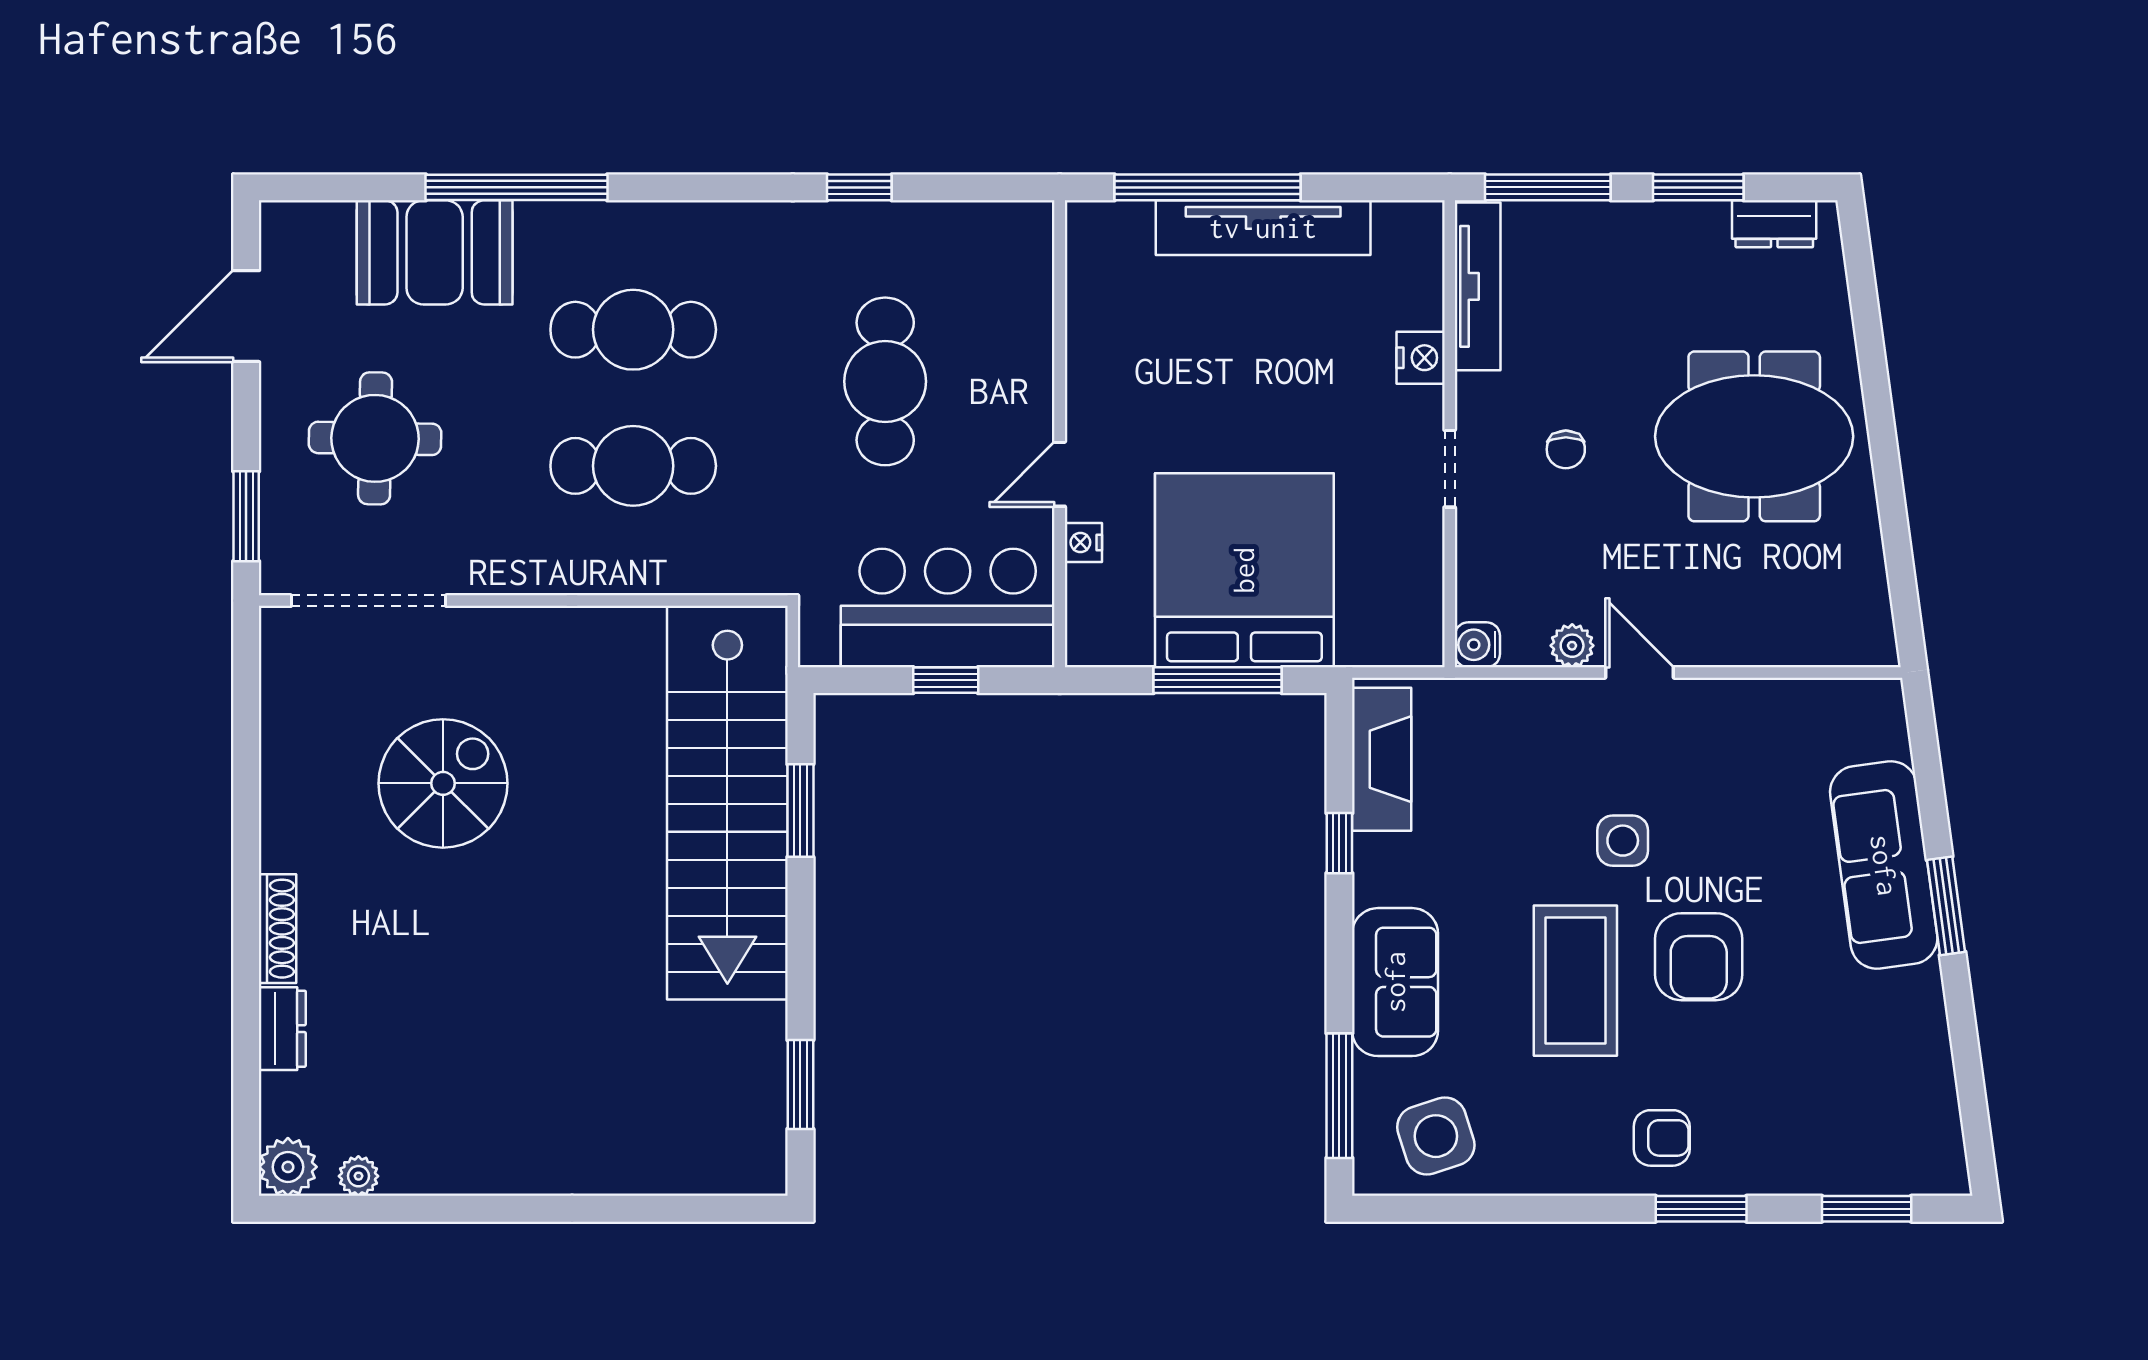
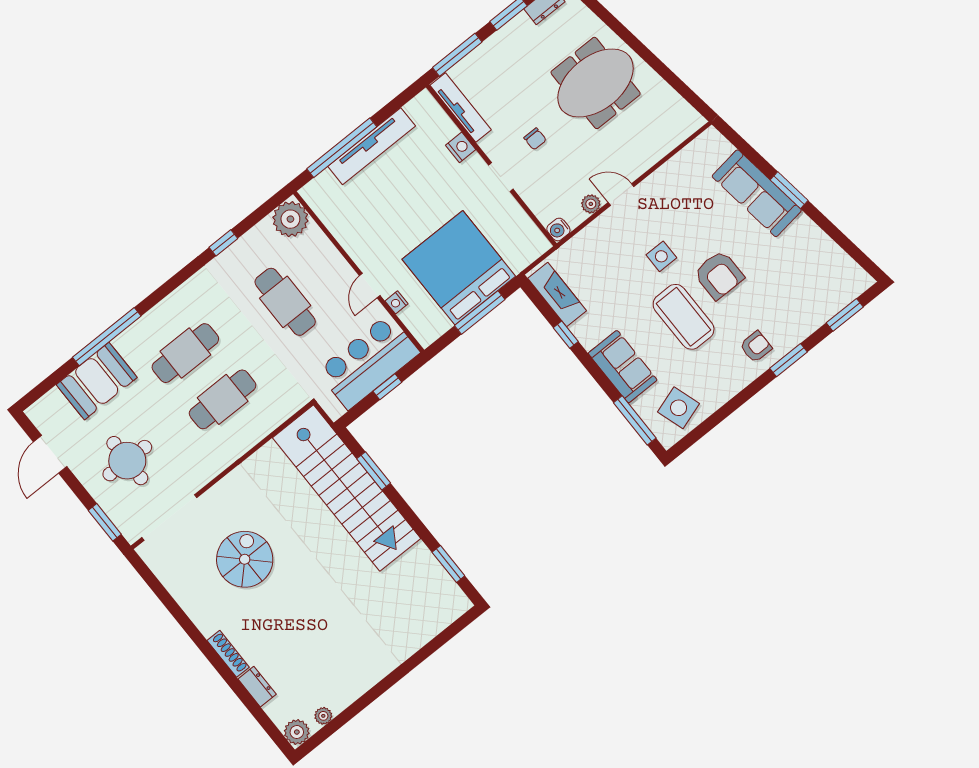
plant: (1013, 241) -> (290, 219), added

